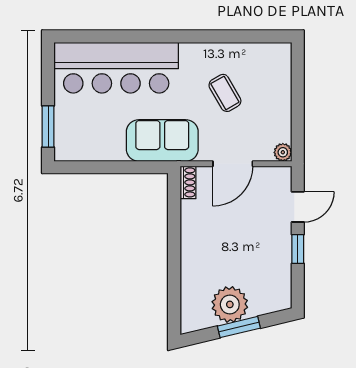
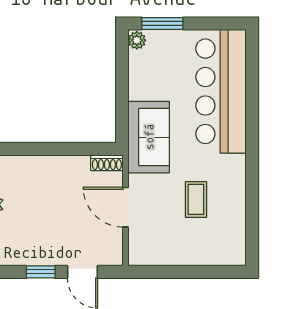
coffee table: (225, 93) -> (196, 199), turned -60
plant: (283, 152) -> (137, 40), moved

